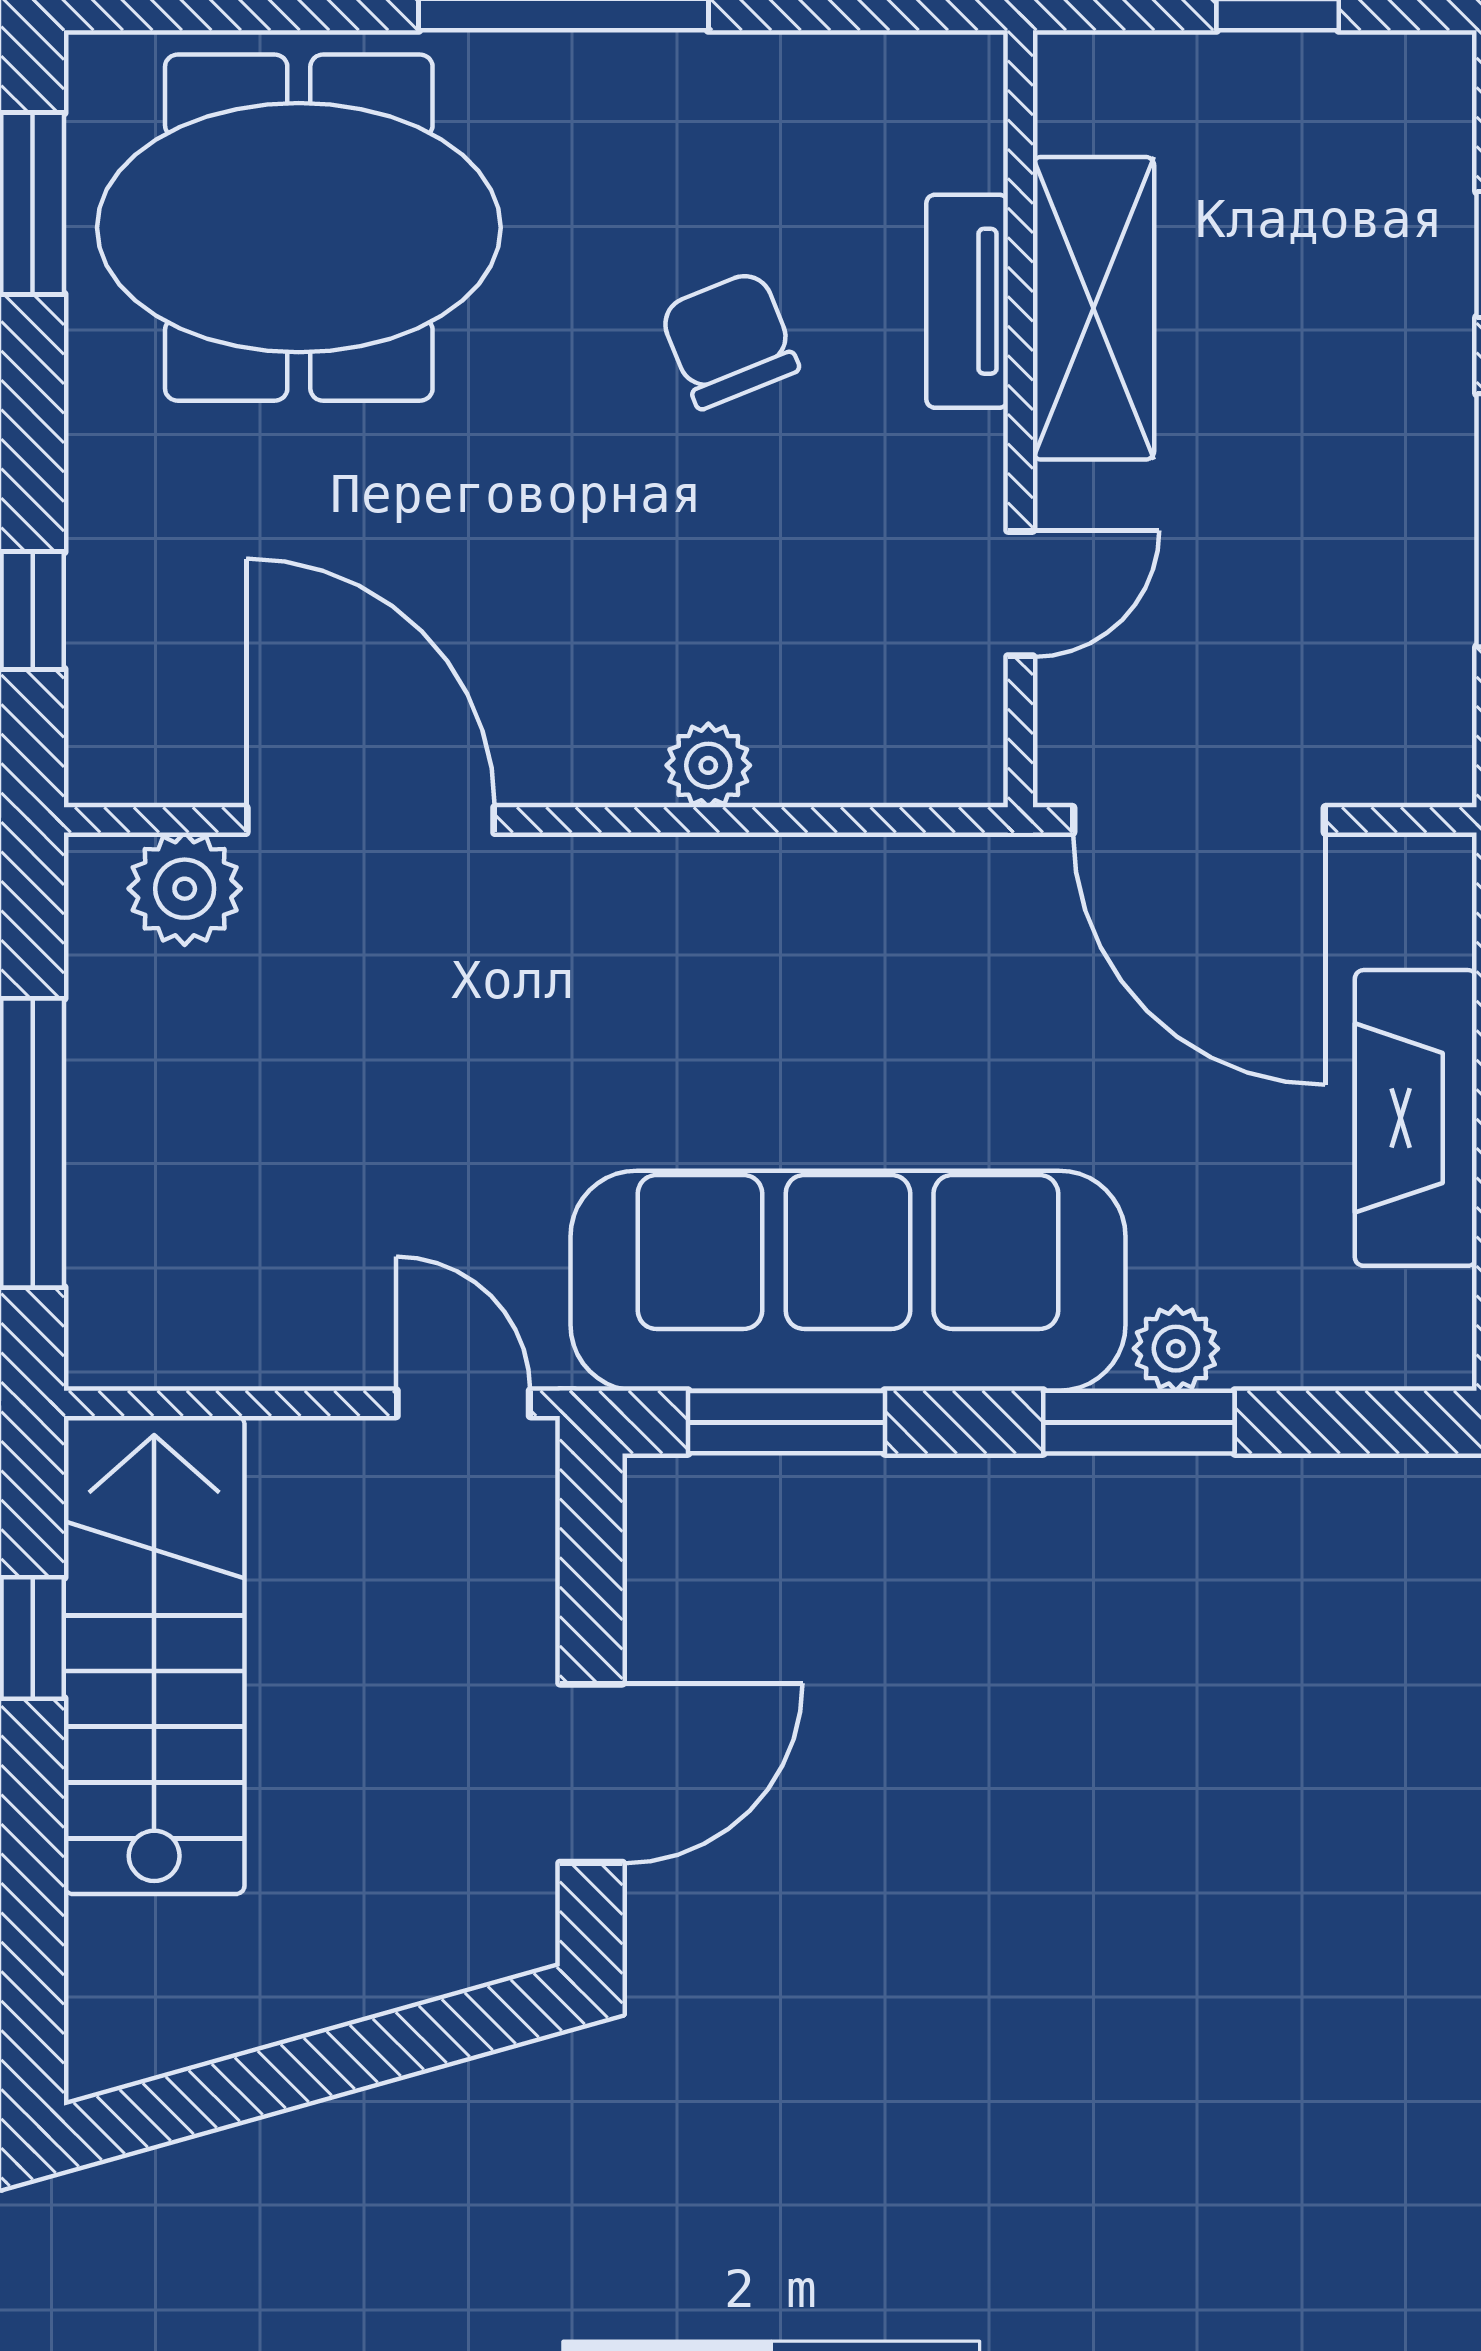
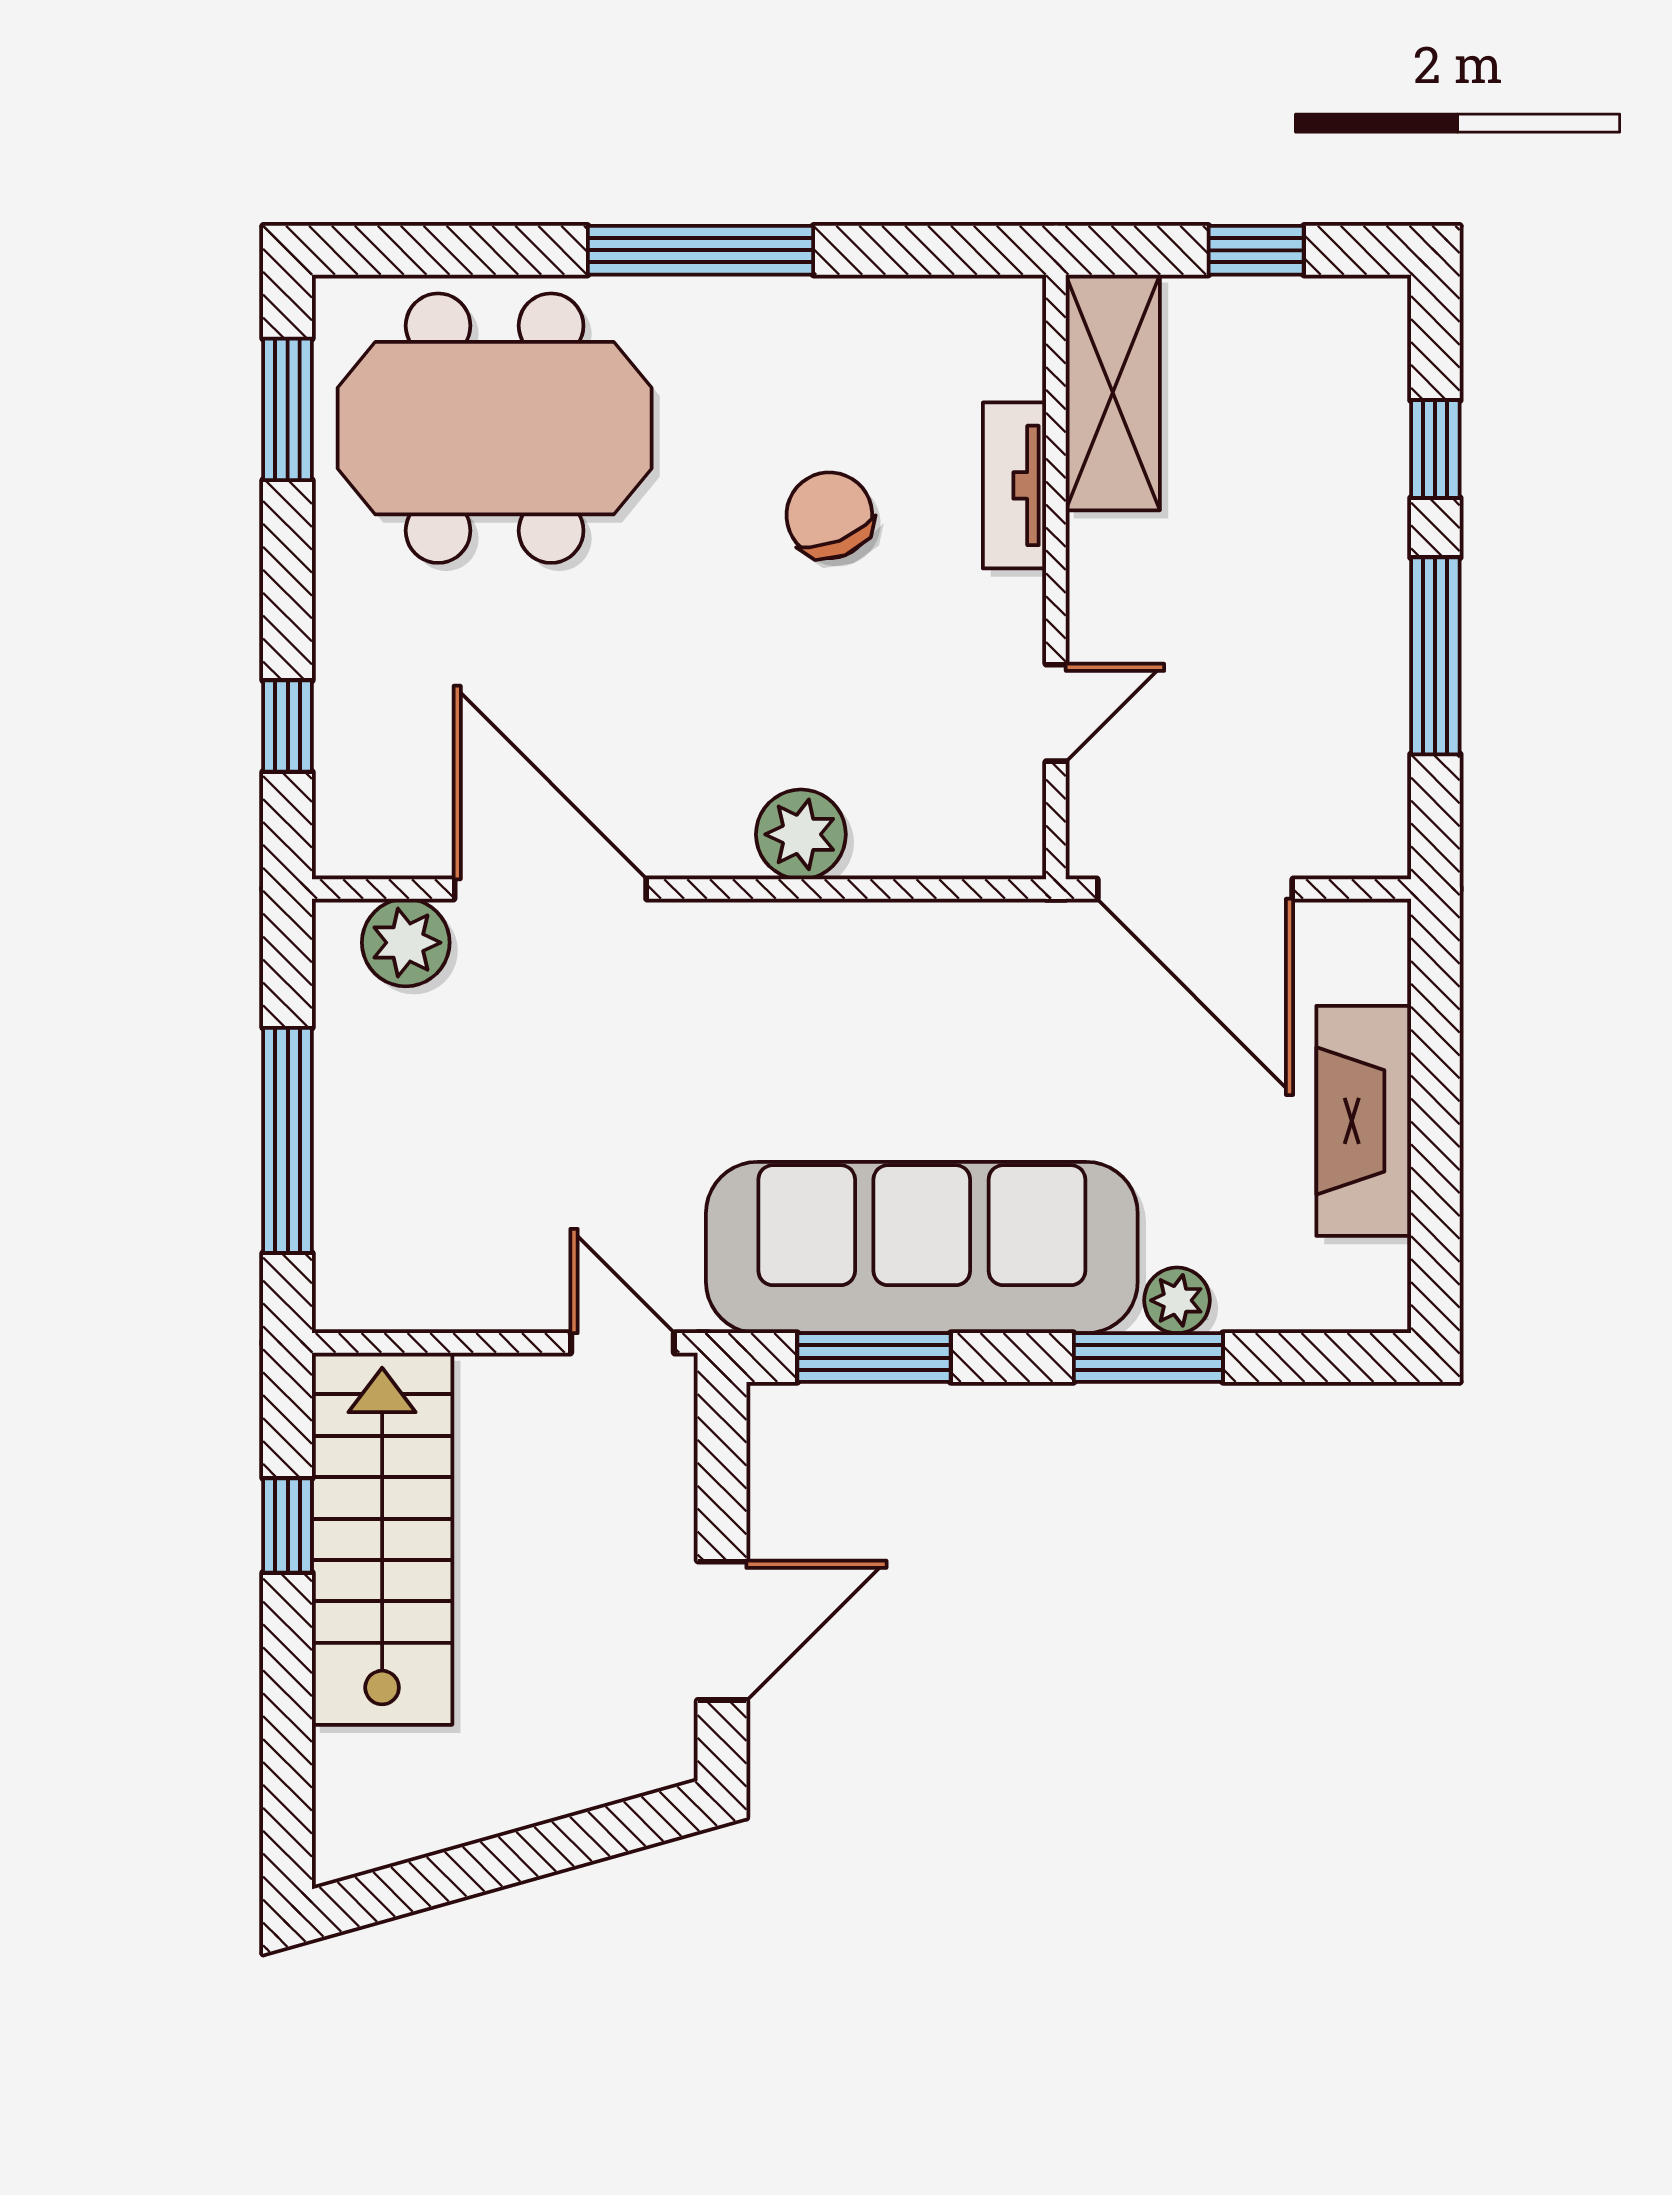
shelving: (1093, 308) -> (1113, 392), moved
plant: (708, 765) -> (801, 834), width x1.38, depth x1.38

